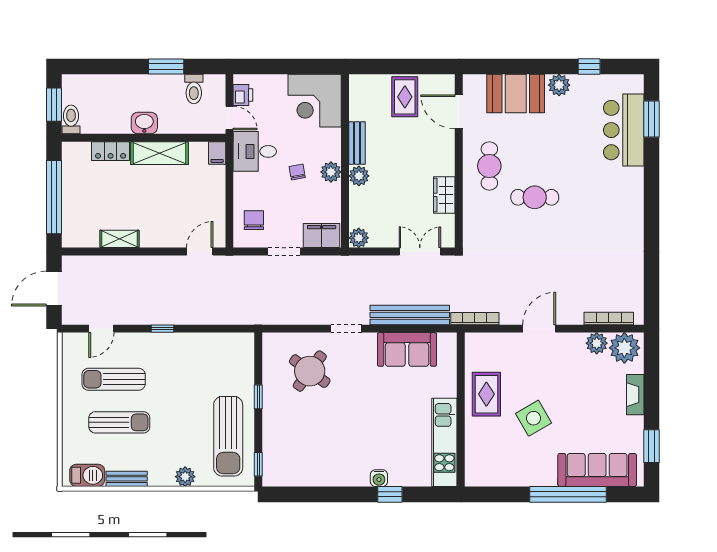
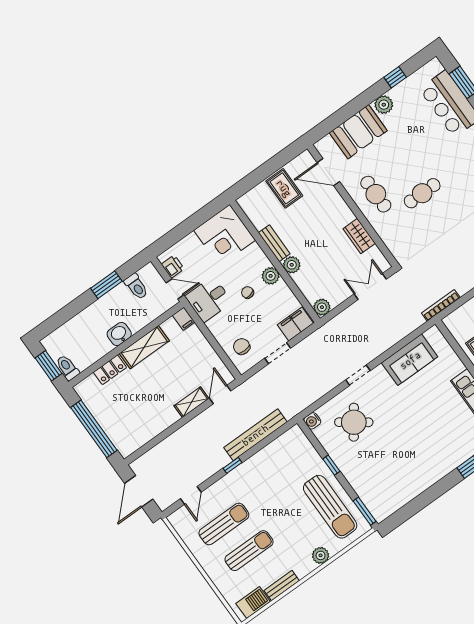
shelving: (120, 239) -> (191, 402), moved
bench: (410, 315) -> (255, 435), moved
sun lounger: (114, 379) -> (224, 524), turned 180
window: (258, 464) -> (364, 511), width x1.50
water cooler: (379, 478) -> (312, 421), moved, turned 90

